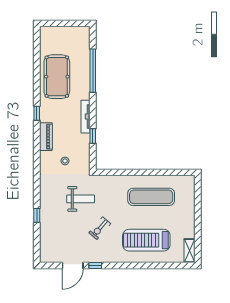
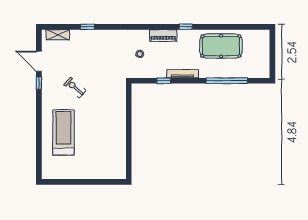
exercise mat: (151, 197) -> (105, 137), removed
weight bench: (81, 199) -> (103, 69), removed
shelving: (189, 251) -> (58, 35), moved

